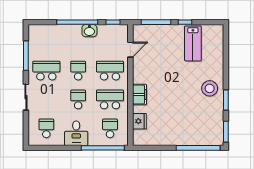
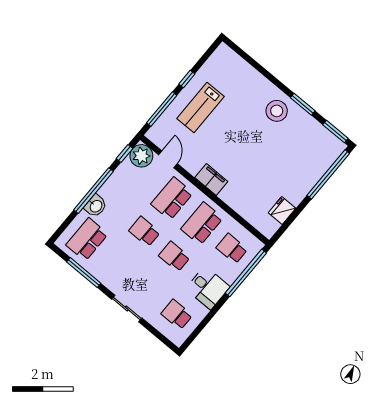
washbasin: (89, 31) -> (96, 206), moved
plant: (120, 33) -> (141, 156), added
lab bench: (193, 43) -> (200, 107), moved, turned 90
school desk: (46, 71) -> (87, 239), moved
filing cabinet: (139, 95) -> (211, 179), moved
fridge: (139, 121) -> (282, 211), moved, turned -90

